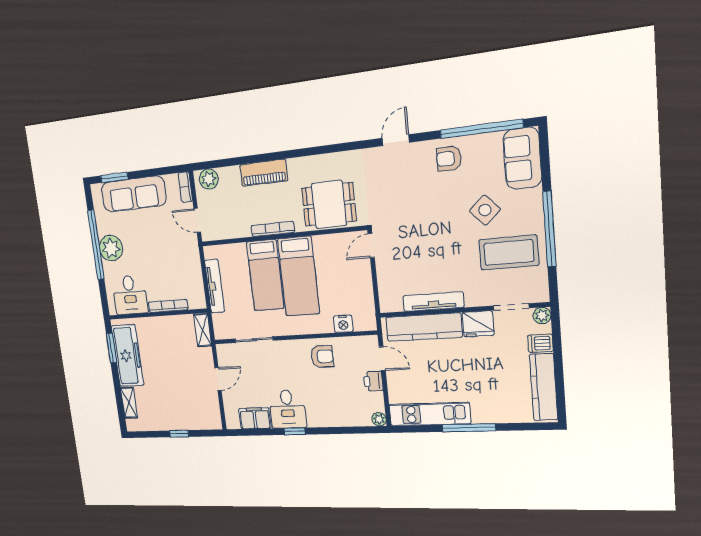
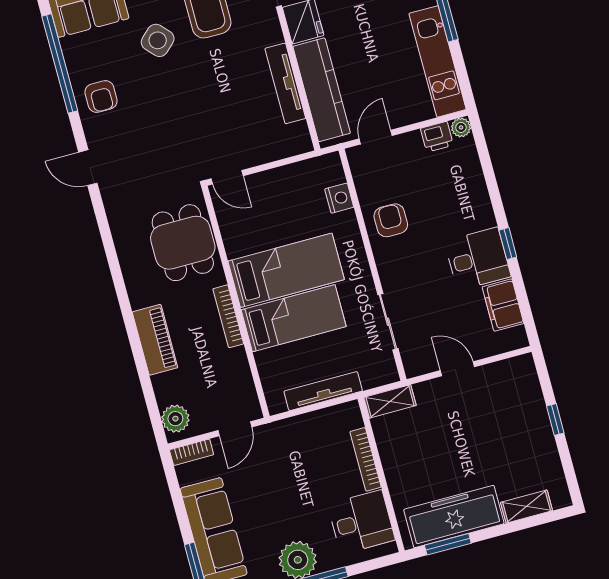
printer: (373, 381) -> (437, 137), moved

